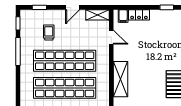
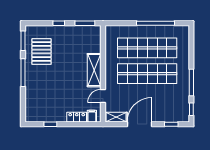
door: (73, 7) -> (140, 124), width x1.87
trolley: (49, 33) -> (162, 100), removed
door: (111, 37) -> (103, 96), hinge flipped
shelving: (121, 79) -> (94, 70), moved

